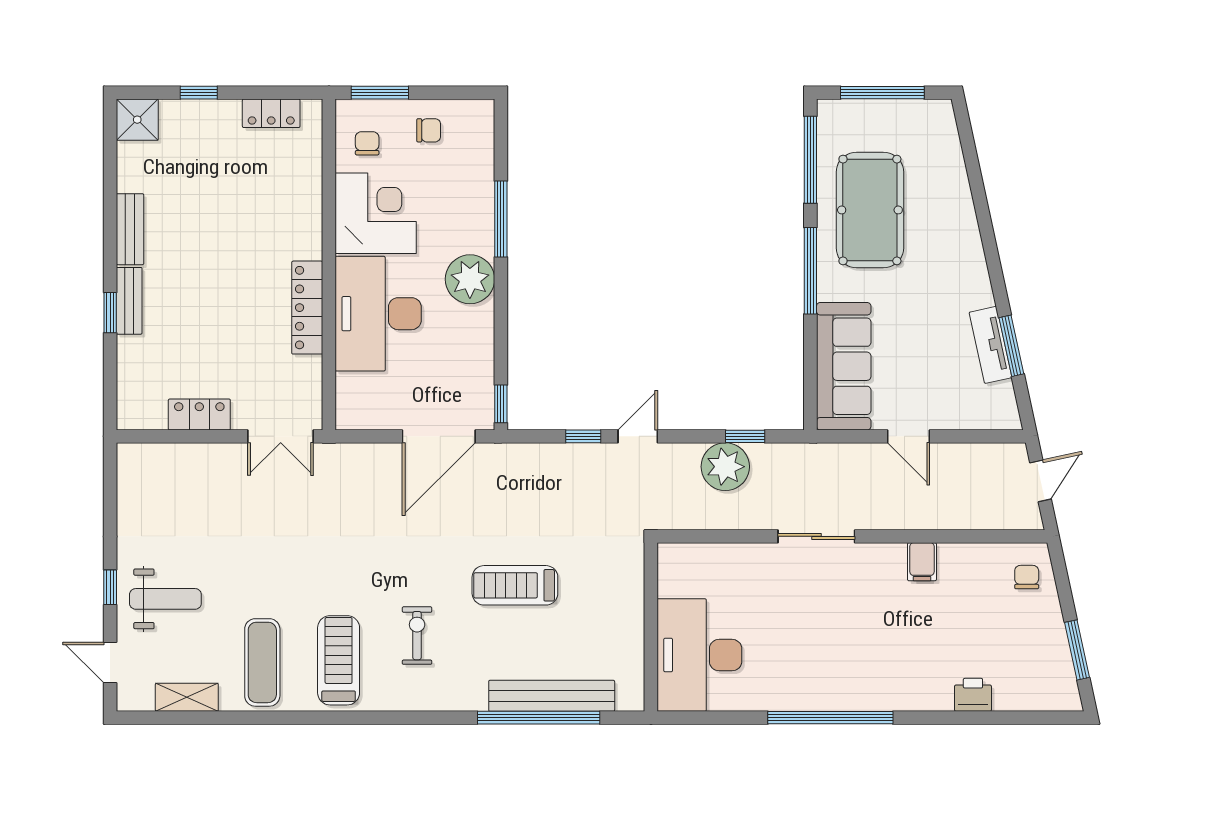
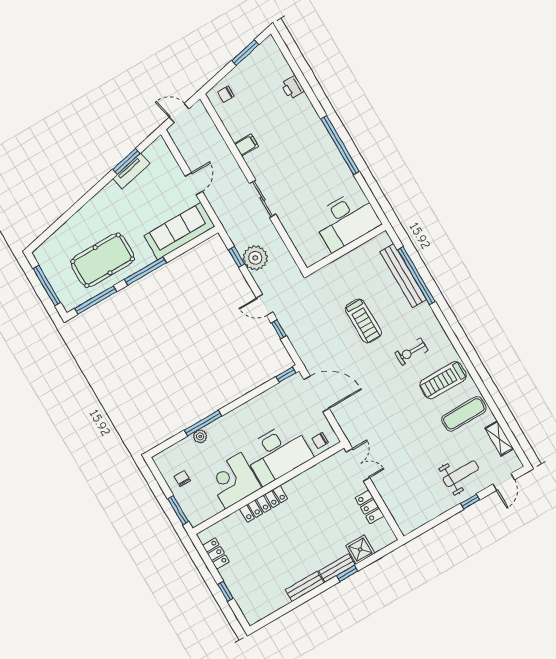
shower: (137, 120) -> (360, 549), moved
chair: (367, 143) -> (320, 440), moved
plant: (470, 279) -> (200, 436), moved, width x0.53, depth x0.53
locker: (307, 308) -> (264, 504), moved
weight bench: (165, 599) -> (461, 474), turned 90

